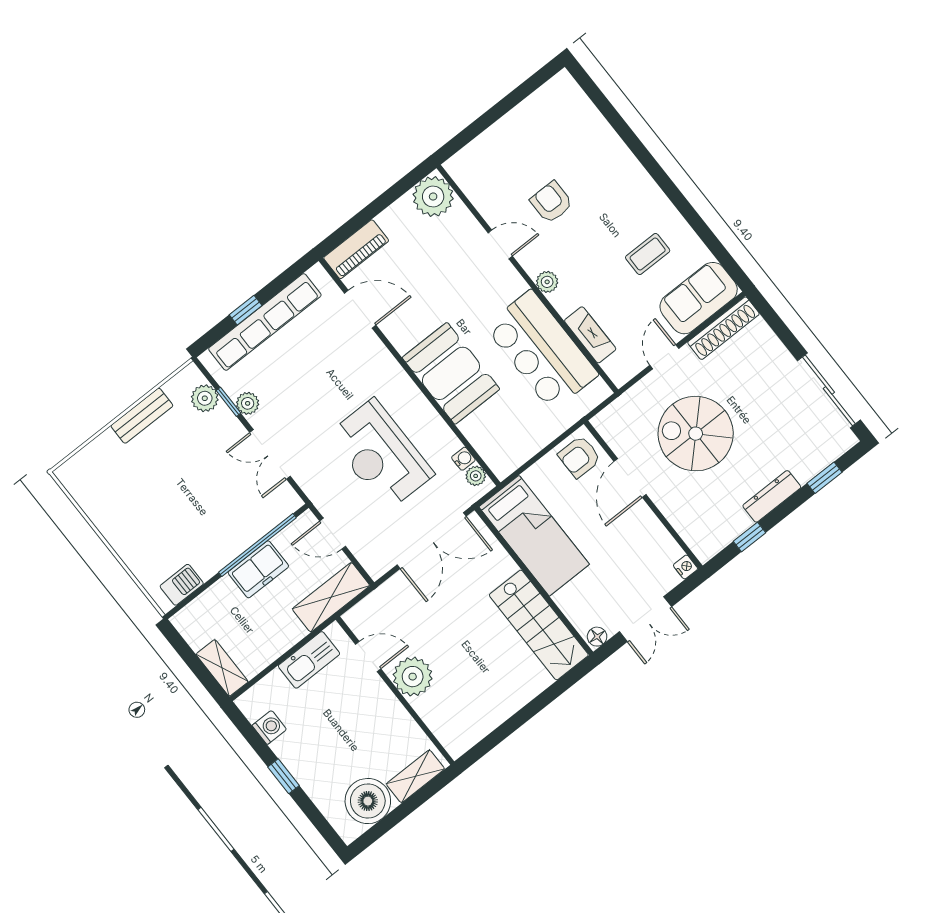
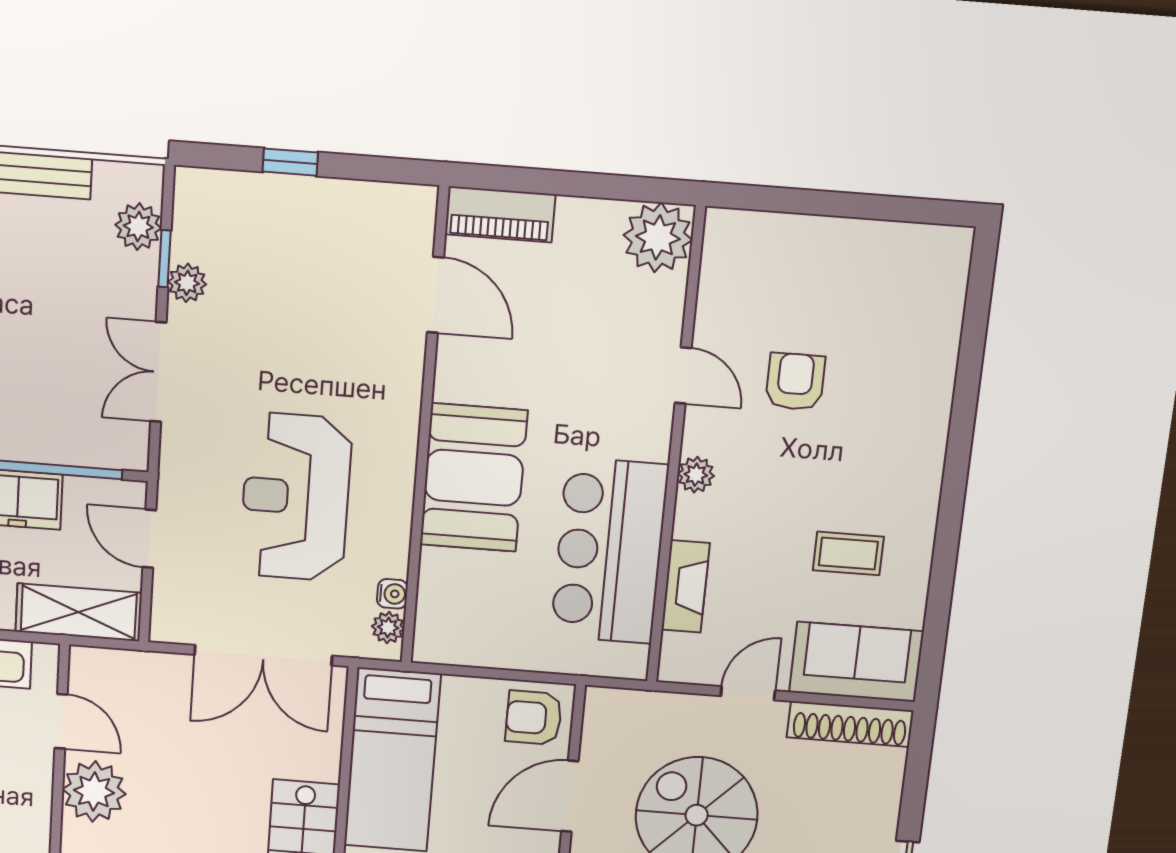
row of seats: (265, 322) -> (301, 200), removed

